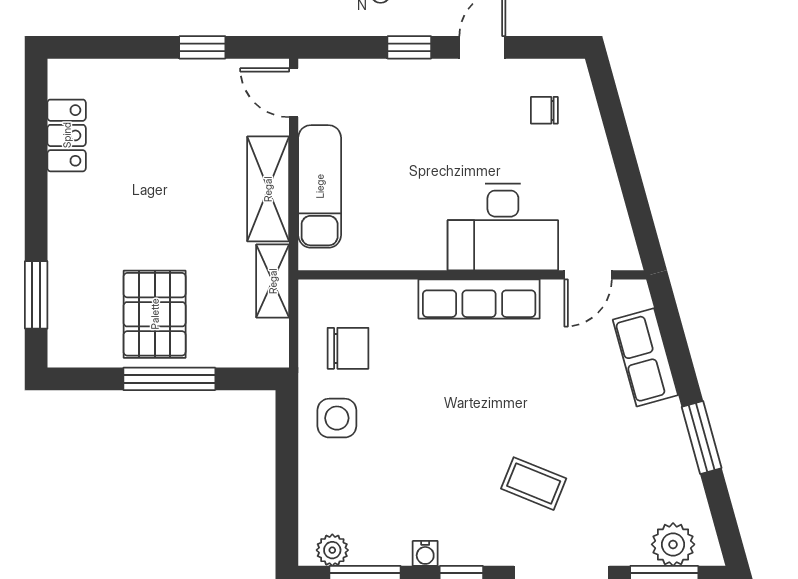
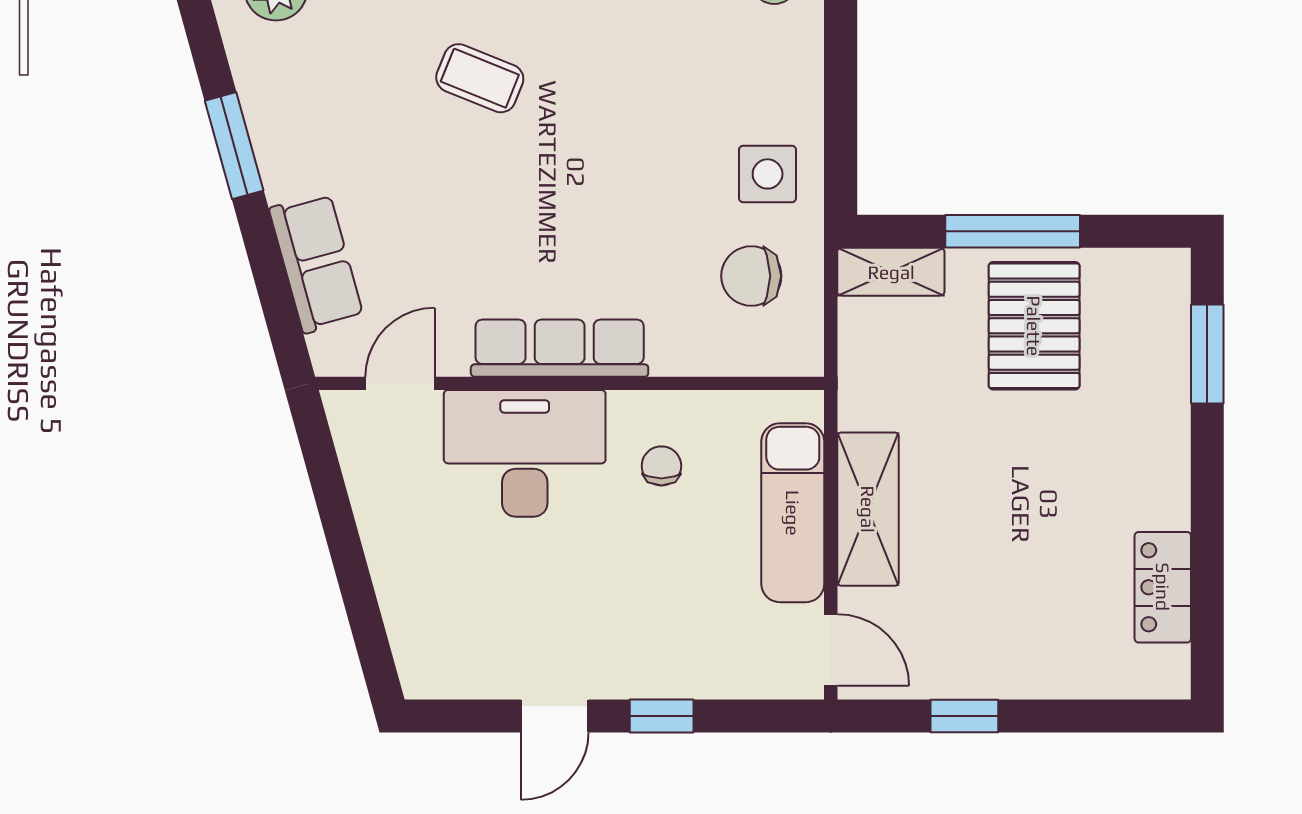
chair: (544, 110) -> (661, 466), moved, turned -90
shelving: (273, 281) -> (891, 272), moved, turned 90

